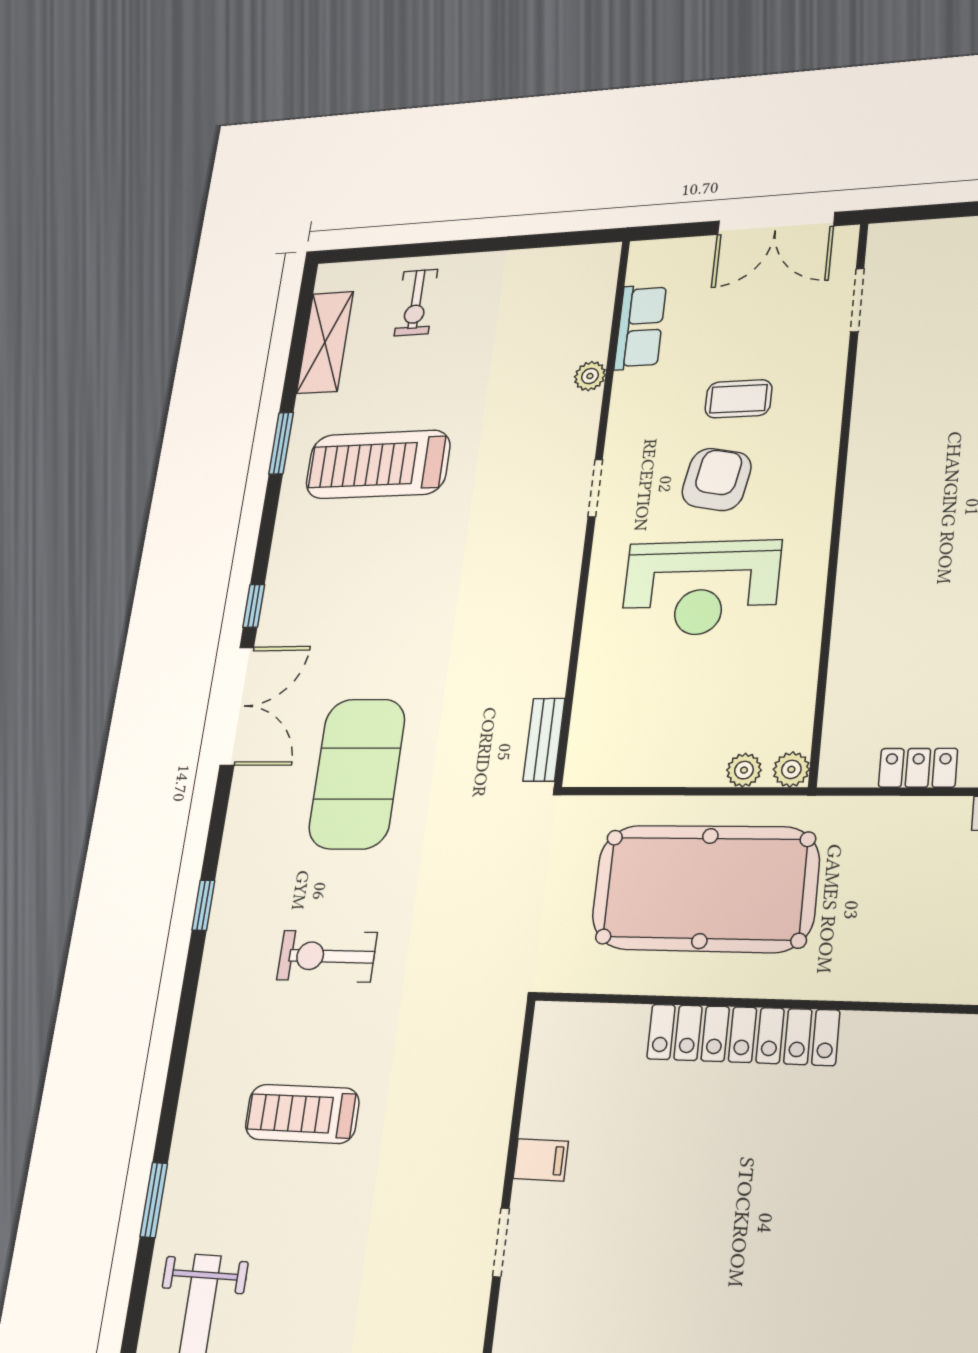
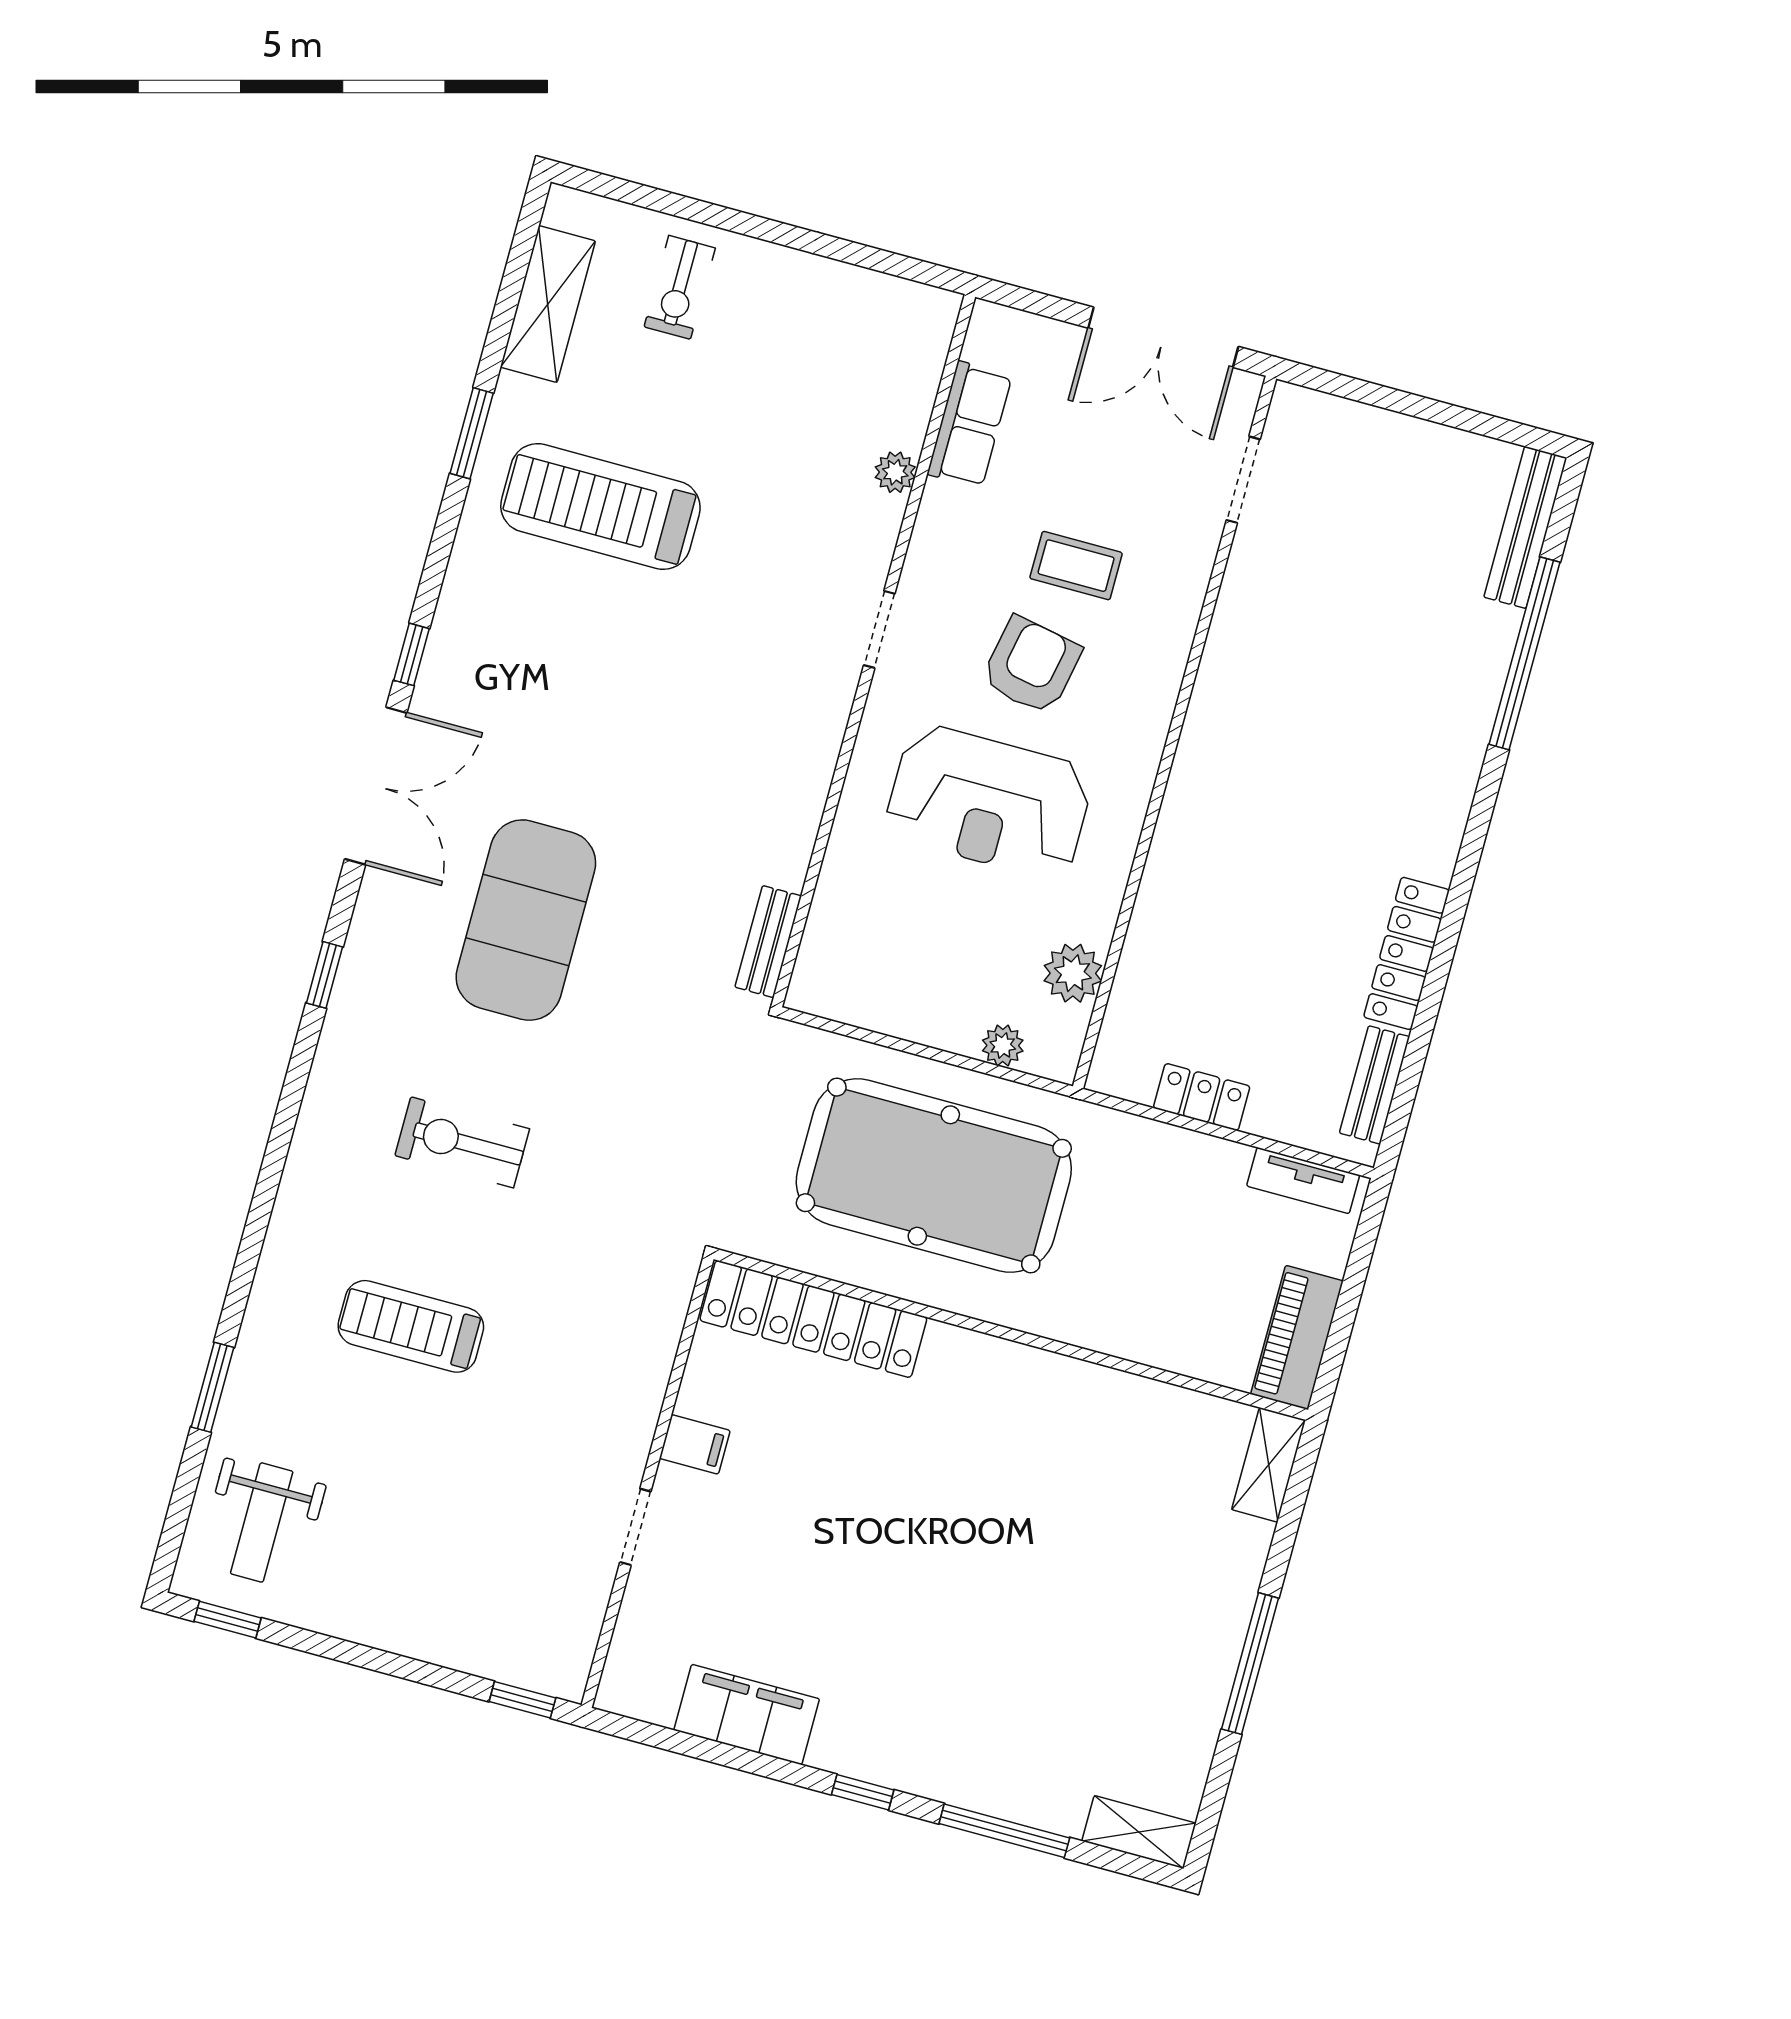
plant: (791, 769) -> (1073, 973), moved, width x1.38, depth x1.38
window: (203, 905) -> (324, 975), moved
locker: (743, 1035) -> (813, 1319), moved

